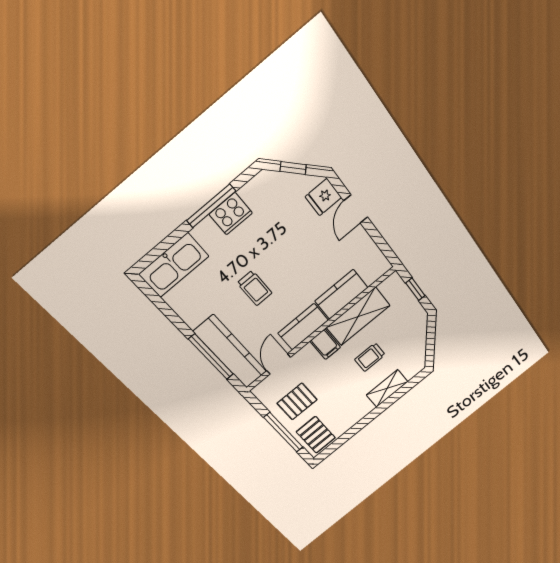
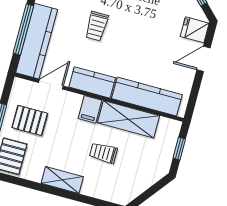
kitchen counter: (341, 294) -> (147, 97), width x1.50
shelving: (387, 388) -> (62, 180), moved

